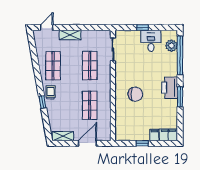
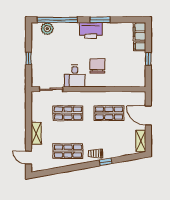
desk: (151, 41) -> (75, 76), moved, turned -90

